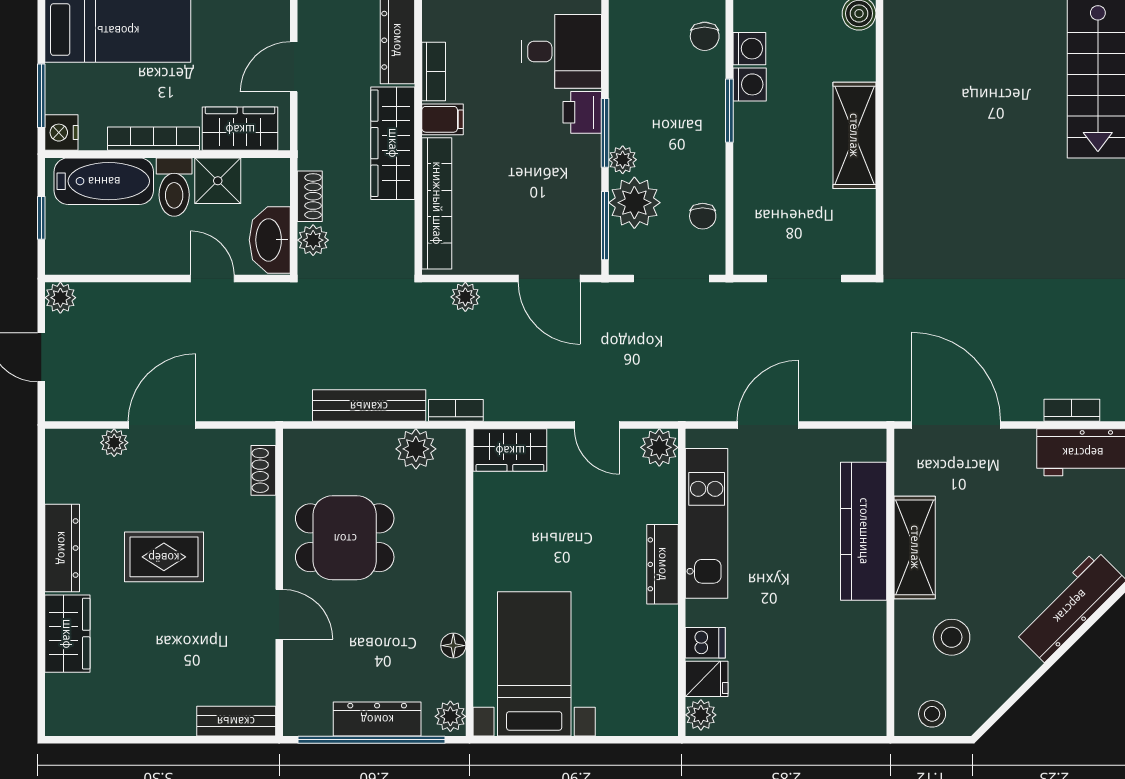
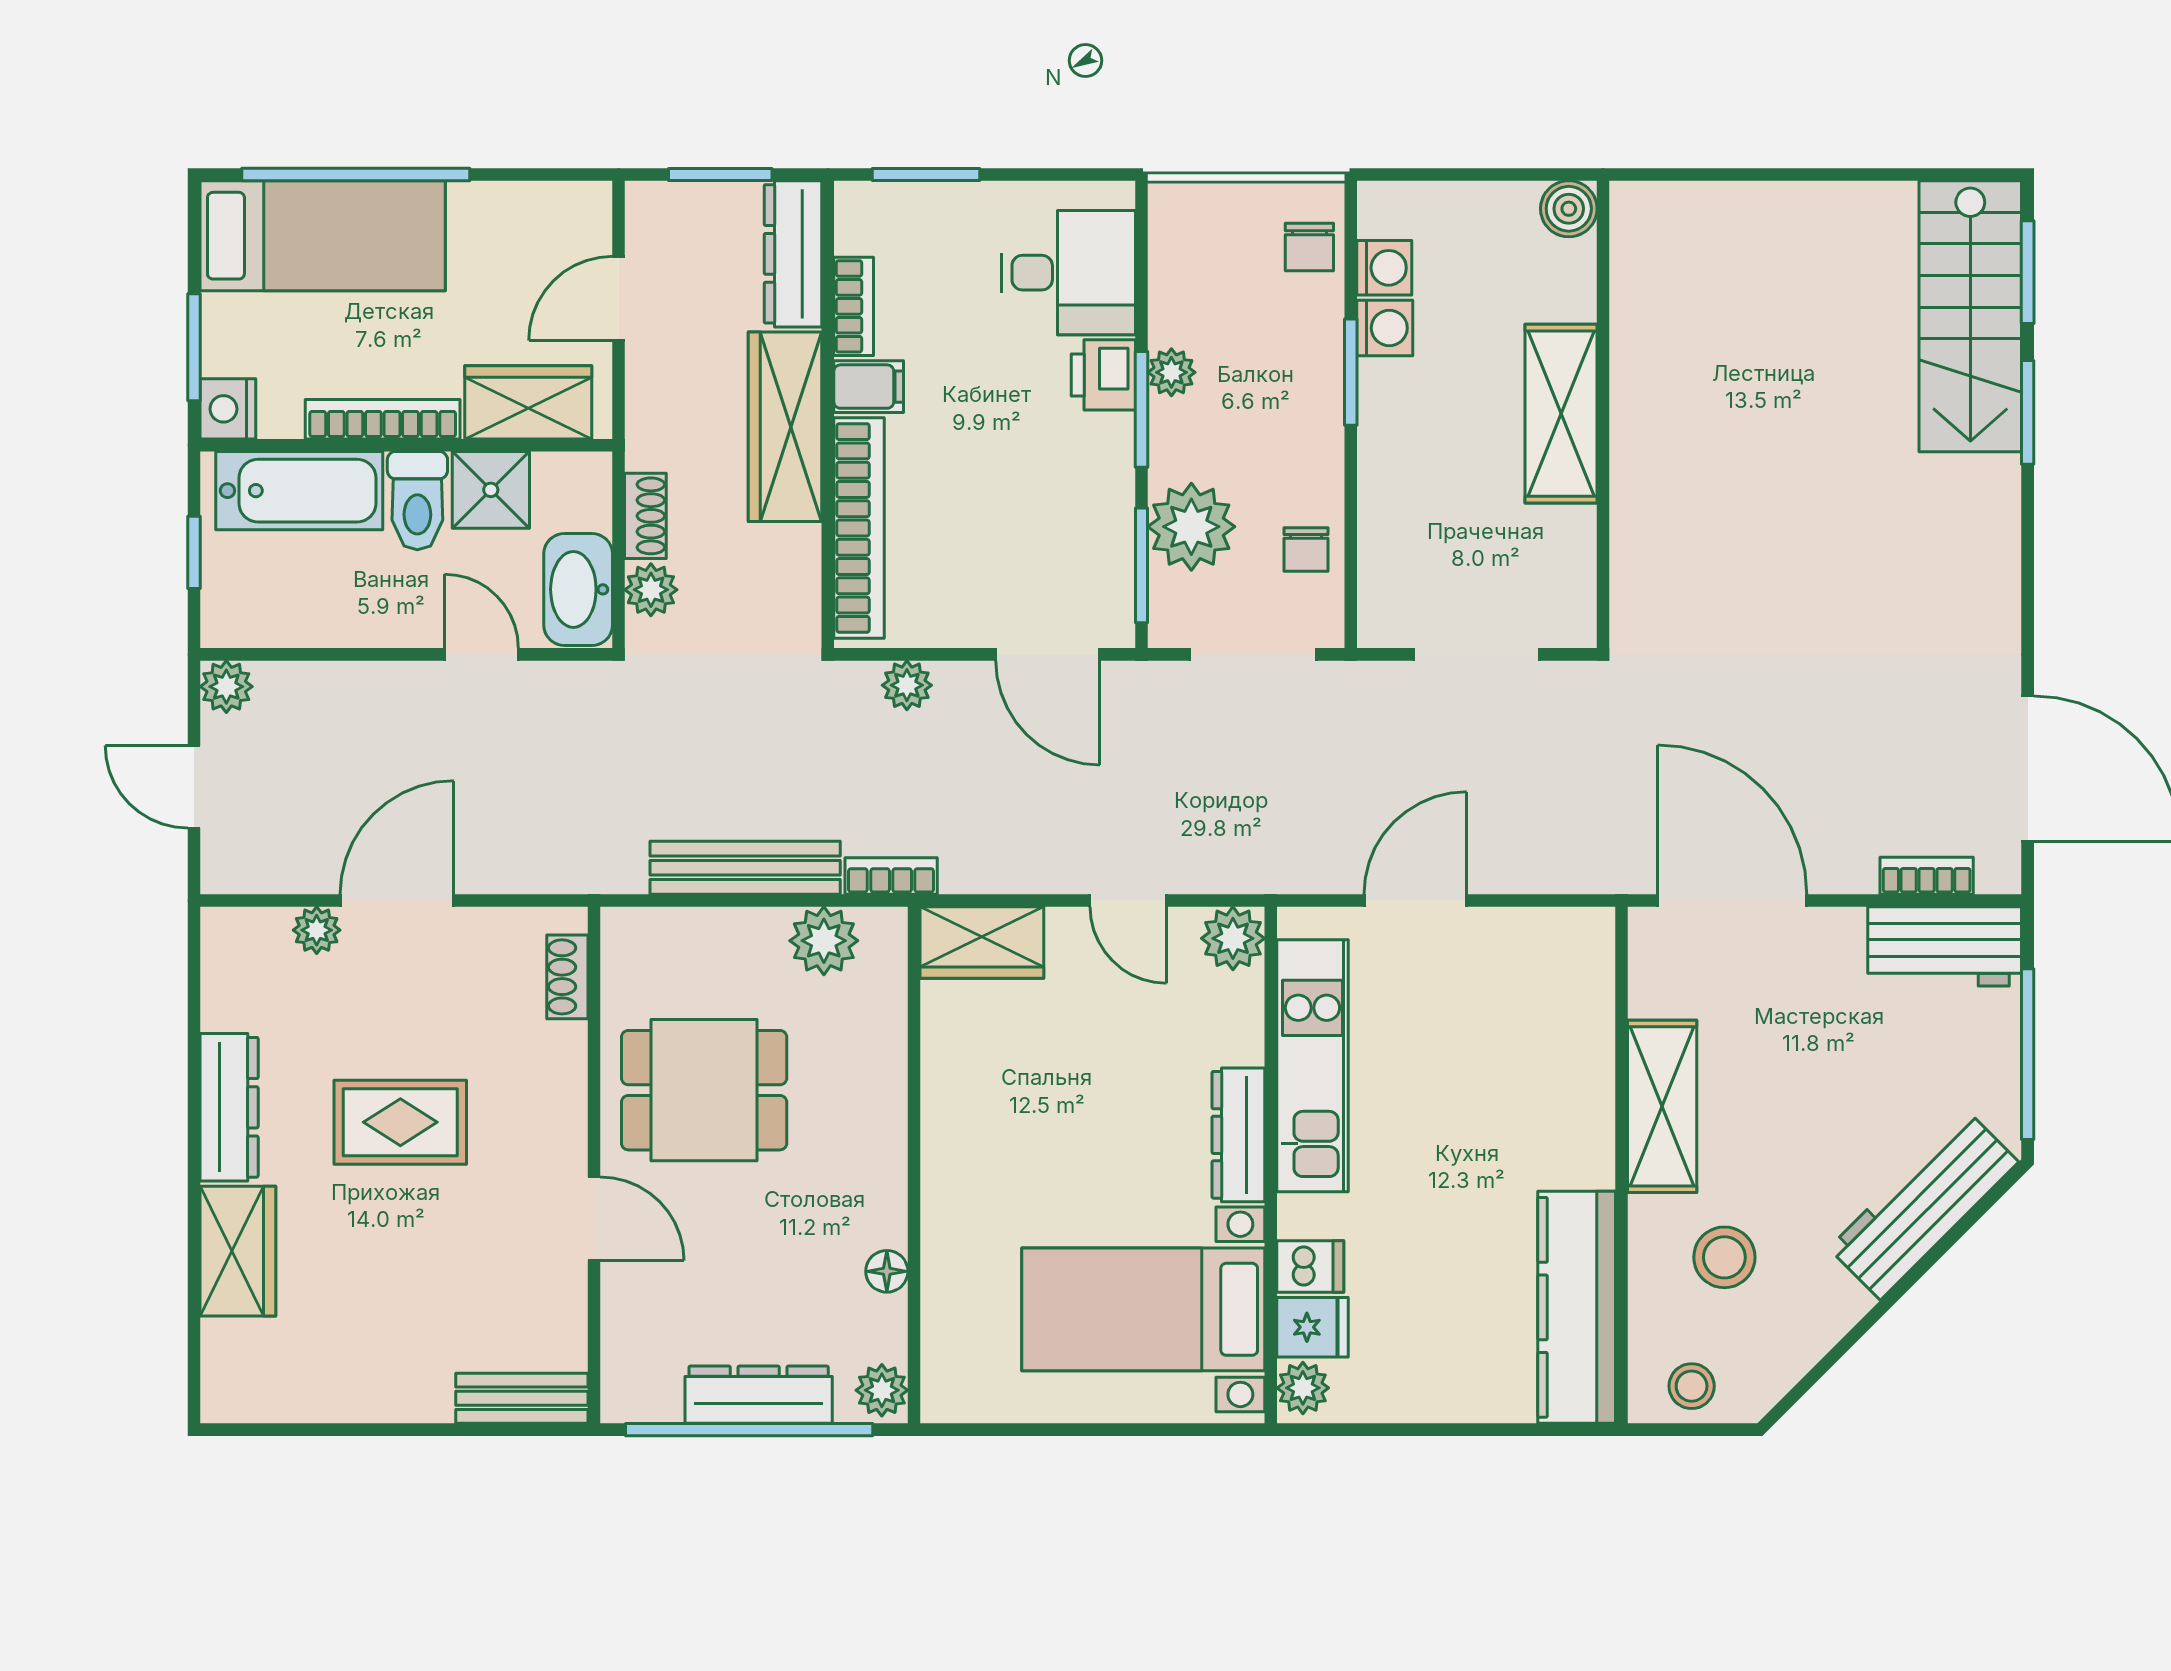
plant: (623, 160) -> (1171, 372), moved
kitchen counter: (864, 531) -> (1577, 1307), moved
bed with nightstands: (534, 664) -> (1143, 1309), moved, turned -90

